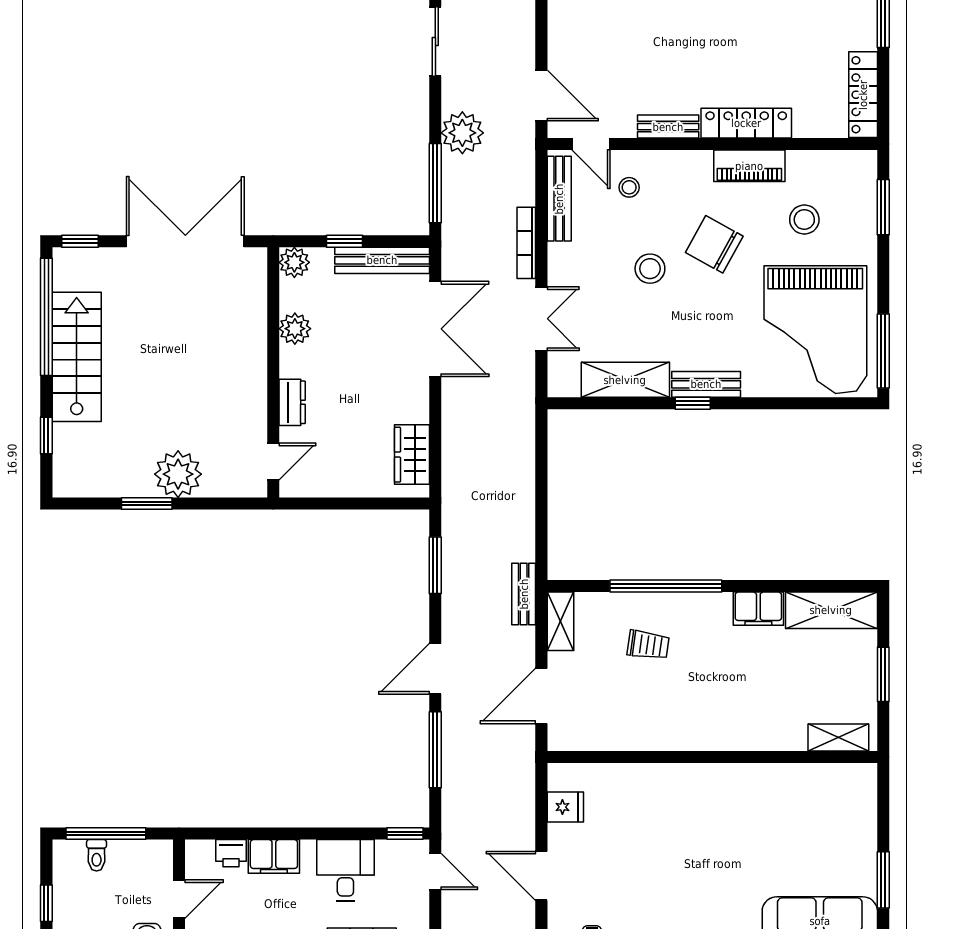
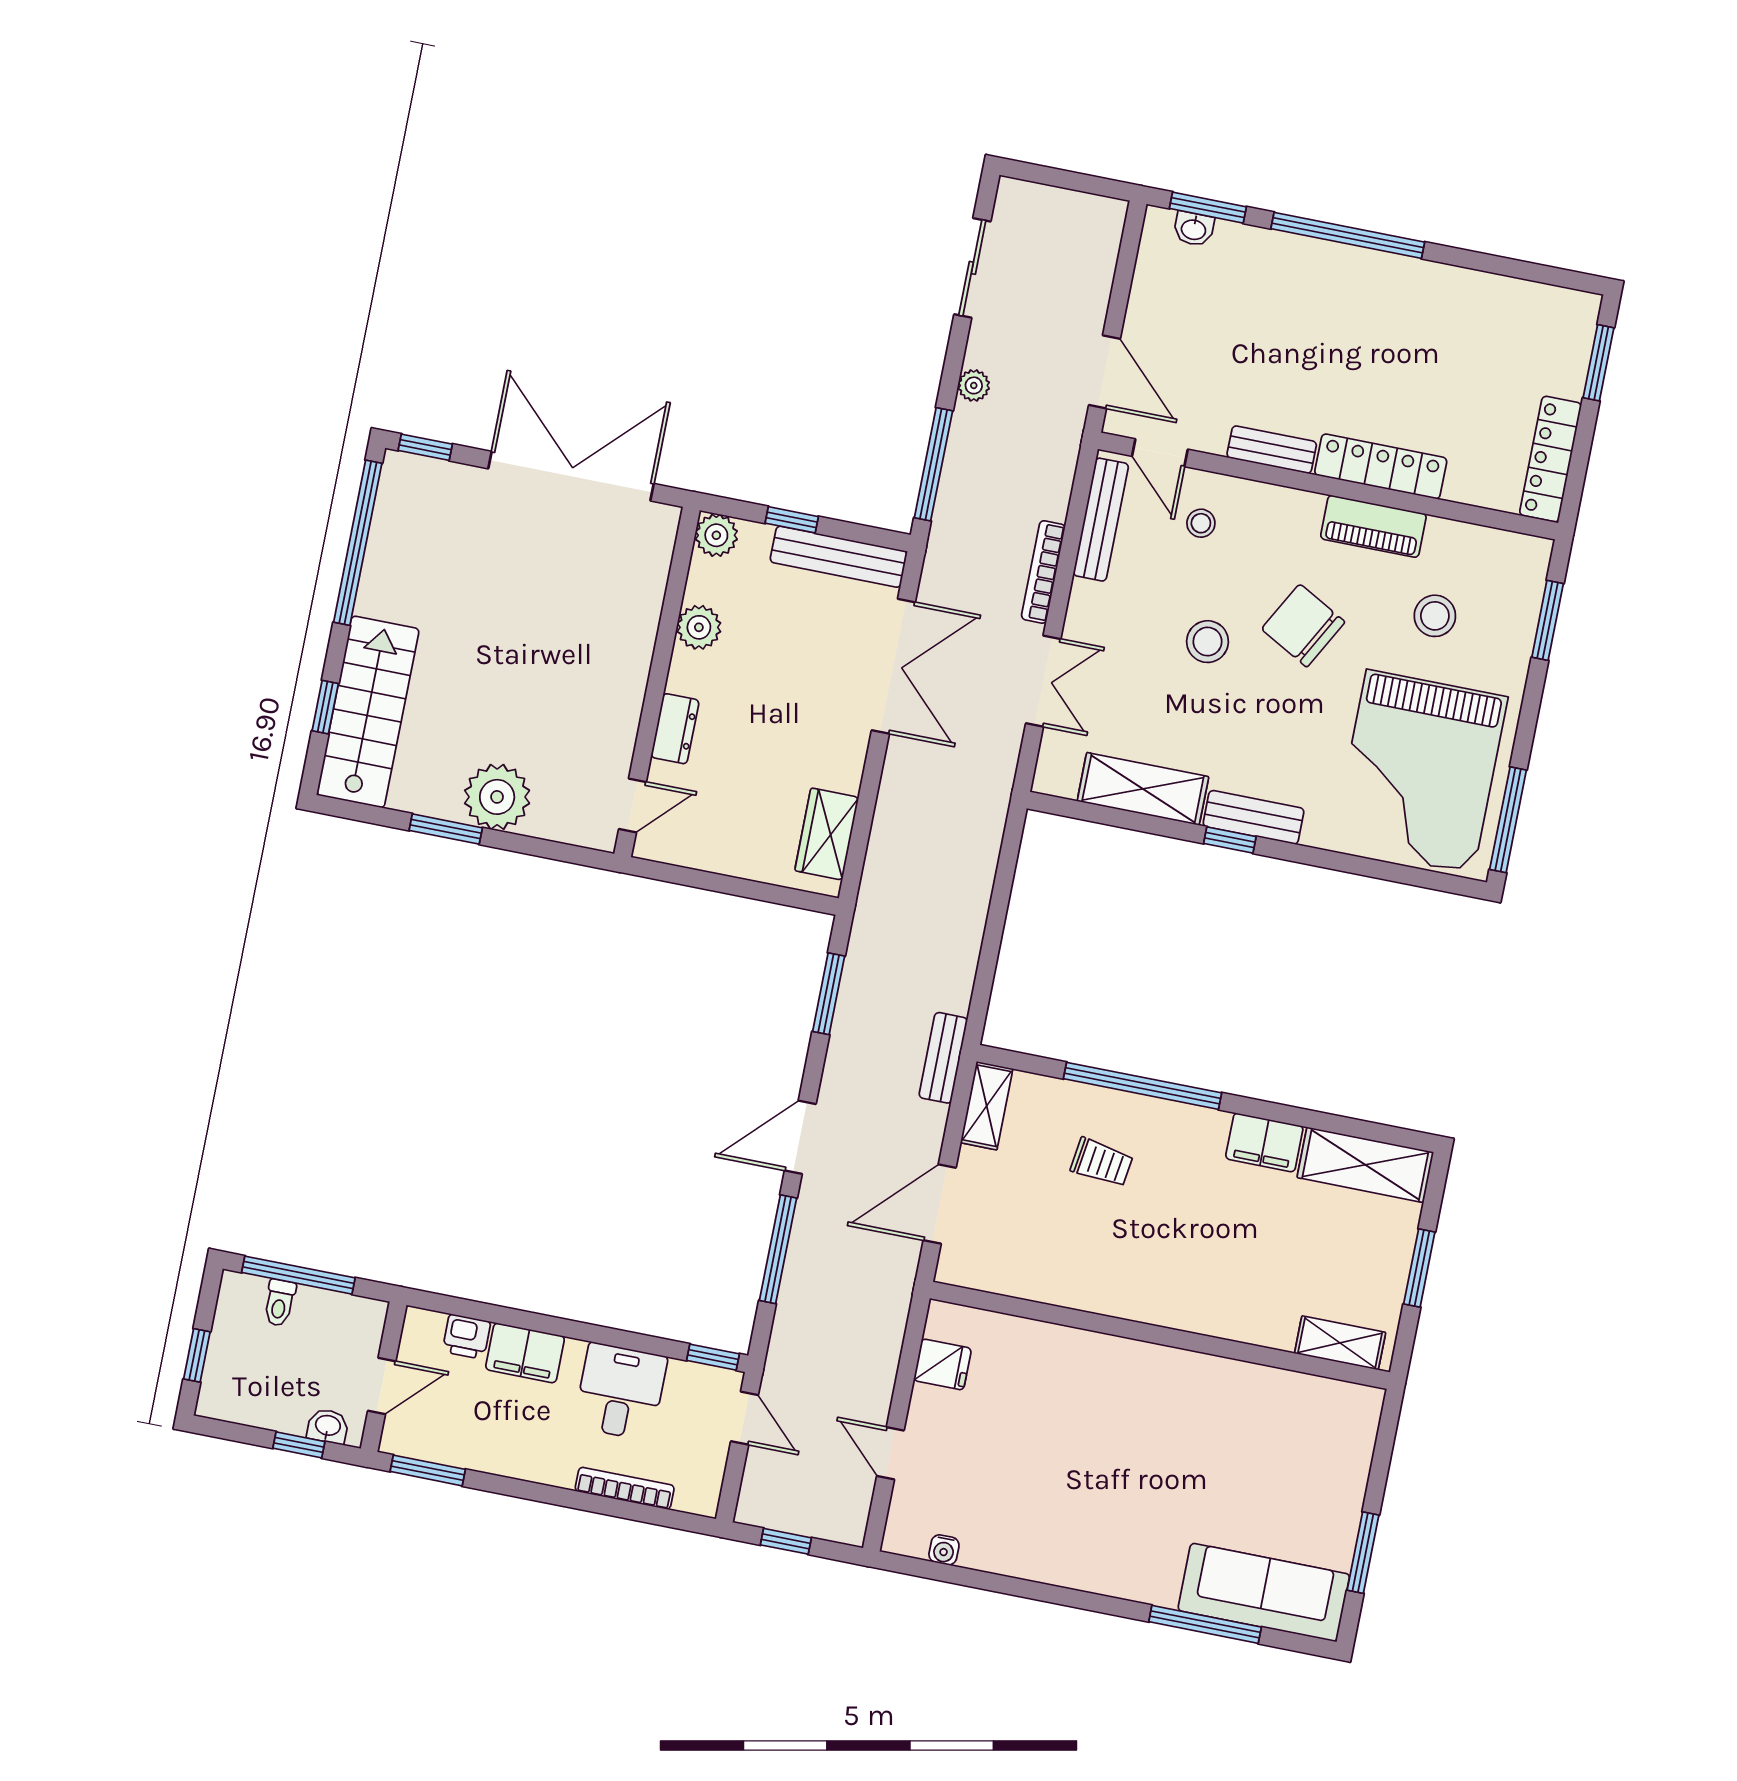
plant: (462, 133) -> (974, 385), width x0.53, depth x0.53
stairs: (77, 357) -> (368, 712), moved
door: (541, 876) -> (890, 1453), width x0.73

